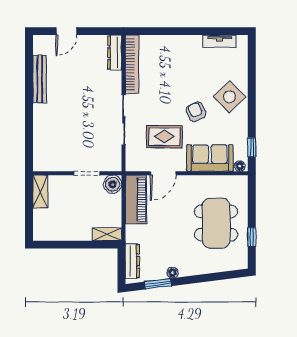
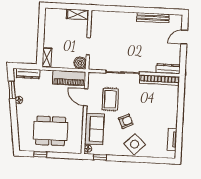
door: (66, 31) -> (184, 37), hinge flipped

